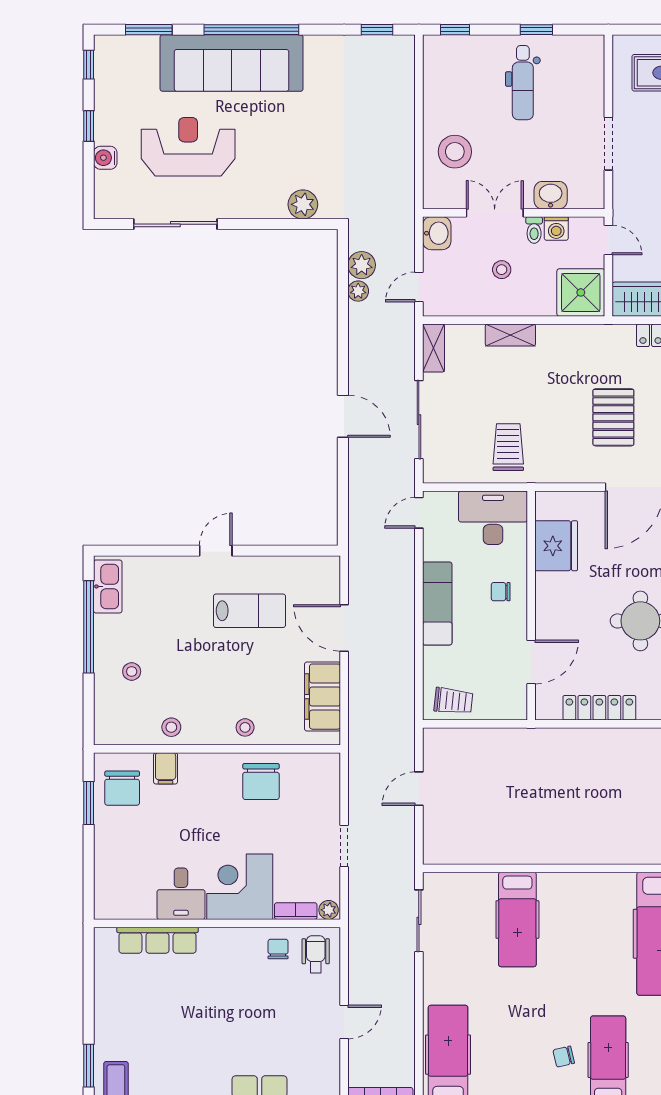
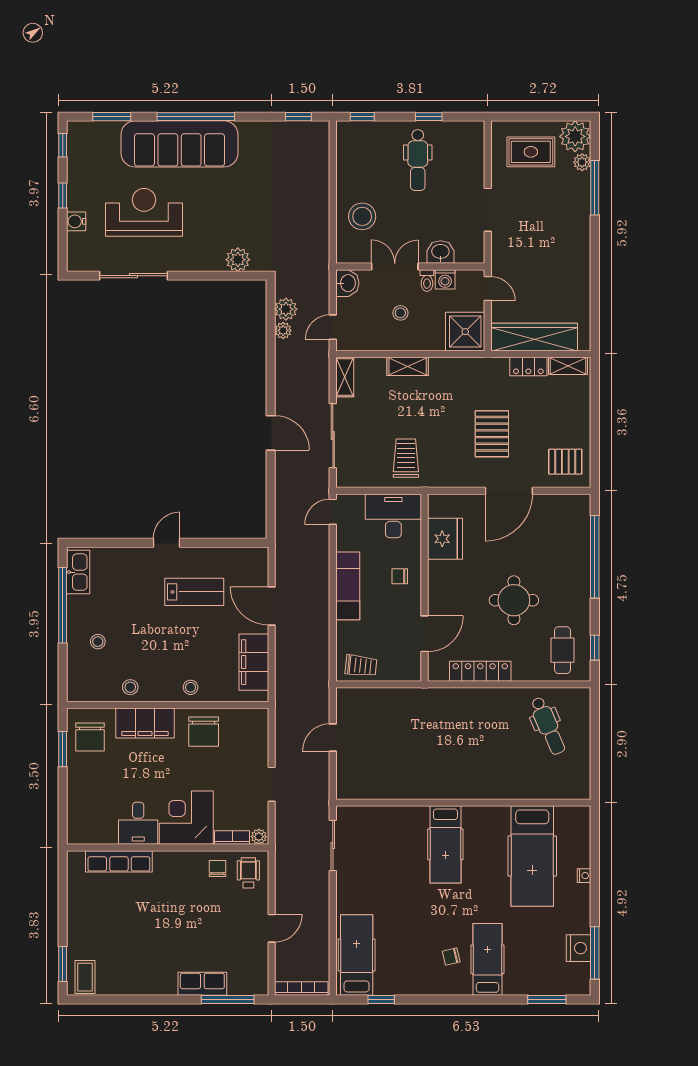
filing cabinet: (166, 768) -> (145, 723), width x3.00, depth x1.17
hospital bed: (517, 919) -> (445, 844), moved

